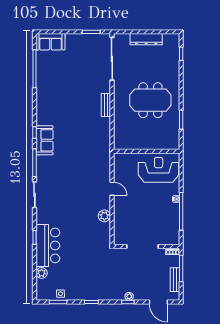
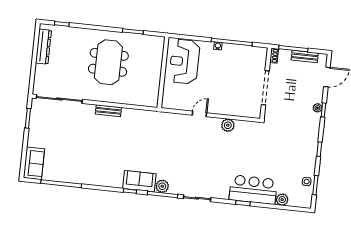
dresser: (146, 39) -> (43, 47), moved
plant: (42, 162) -> (162, 186), added

